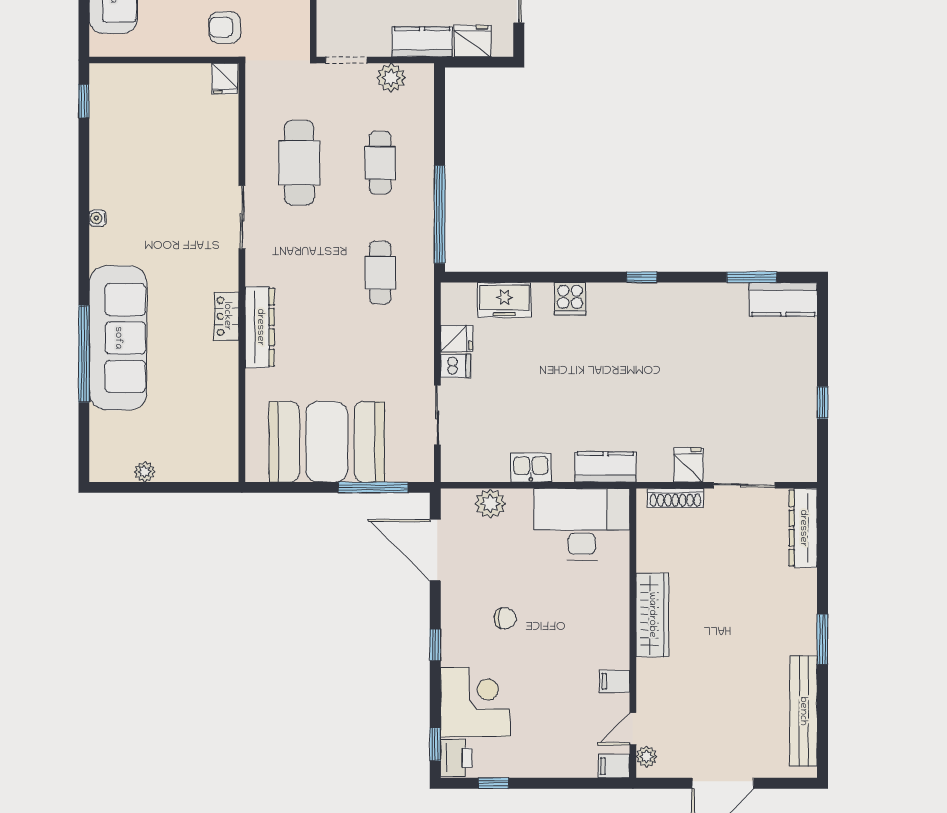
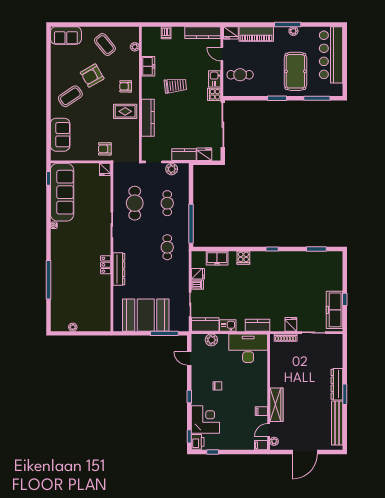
kitchen counter: (783, 299) -> (205, 324), moved, turned 180
sofa: (118, 338) -> (62, 192), moved
freezer: (797, 429) -> (334, 310), added
dresser: (803, 528) -> (337, 384), moved
door: (435, 550) -> (189, 359), width x0.53
wardrobe: (652, 615) -> (276, 405), moved

